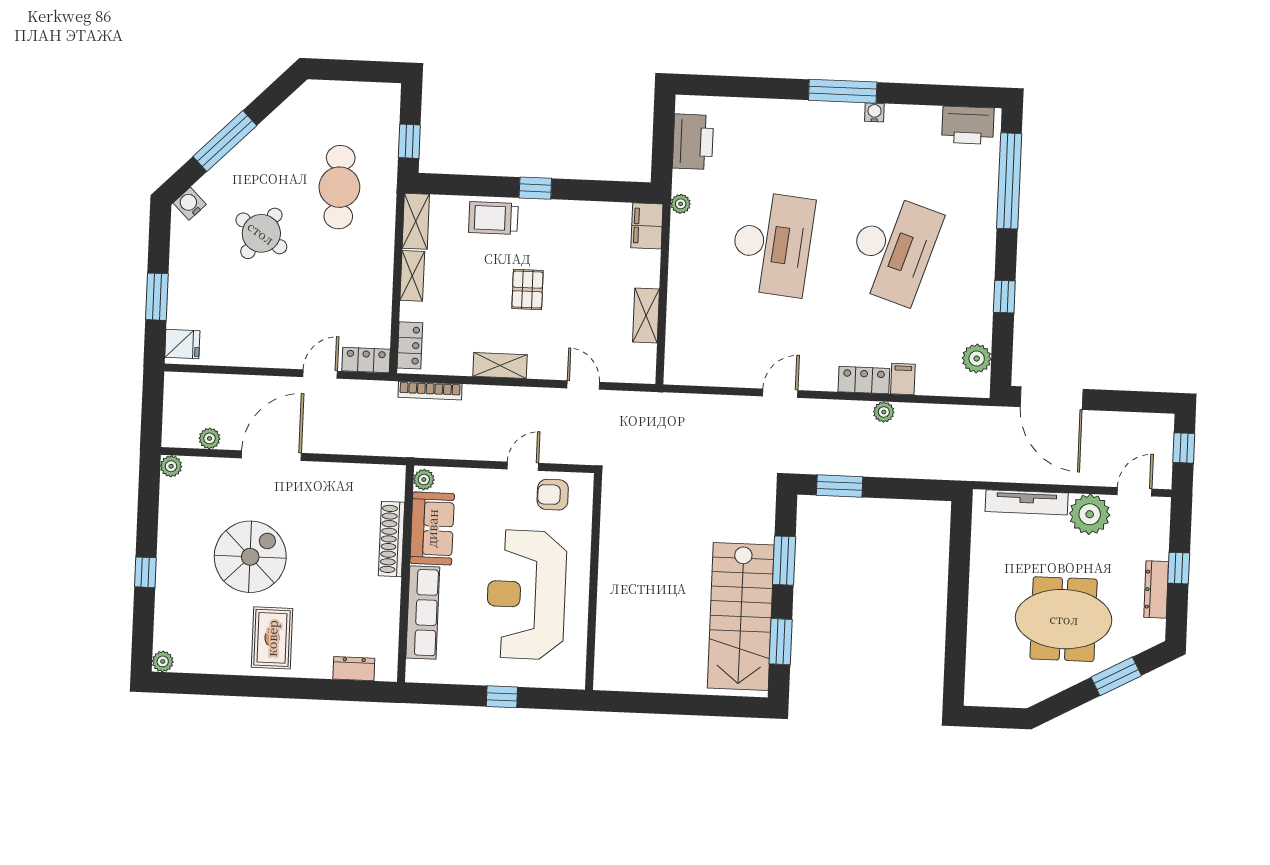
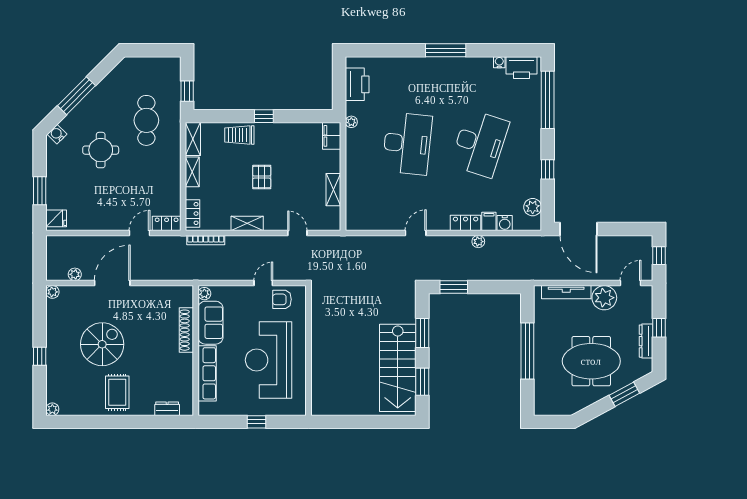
water cooler: (874, 112) -> (499, 62), moved
round table: (261, 233) -> (101, 150), turned -34
water cooler: (929, 383) -> (505, 223), added
window: (958, 598) -> (527, 351), added

